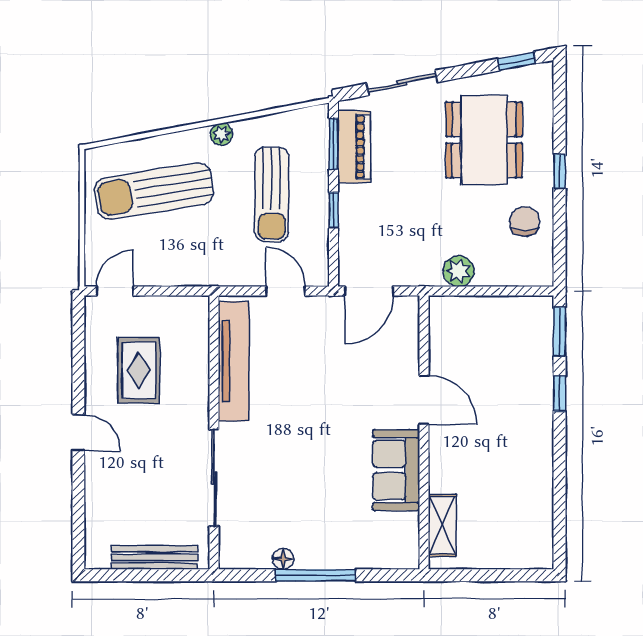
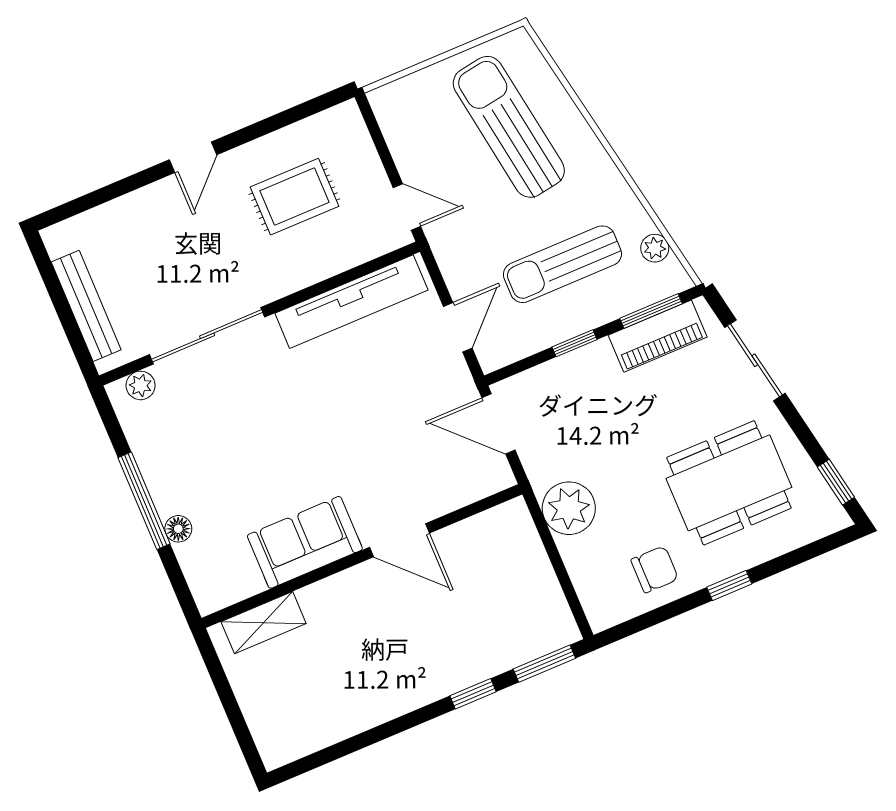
plant: (222, 134) -> (655, 248), moved
plant: (459, 271) -> (569, 508), width x1.36, depth x1.36
door: (115, 291) -> (407, 207), moved
door: (424, 400) -> (399, 540), hinge flipped
plant: (230, 542) -> (141, 385), added
floor lamp: (283, 559) -> (178, 529), moved

